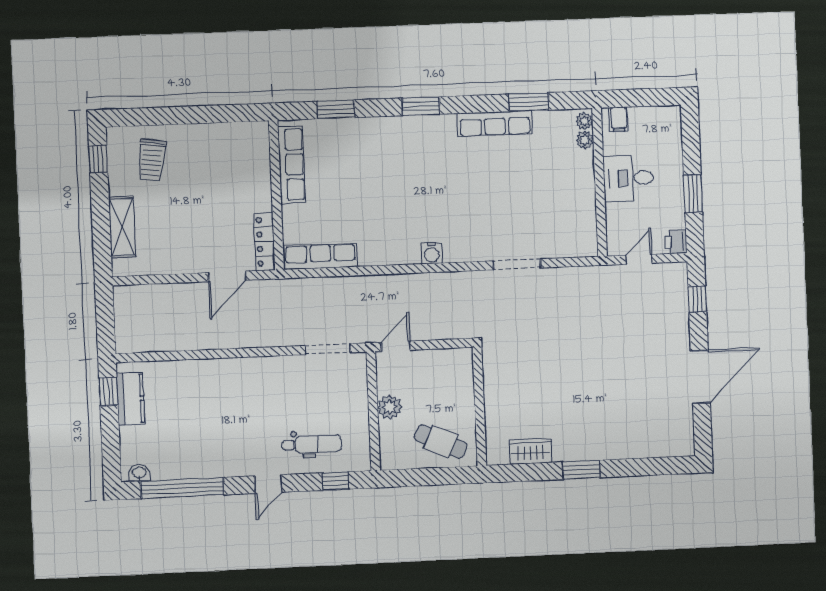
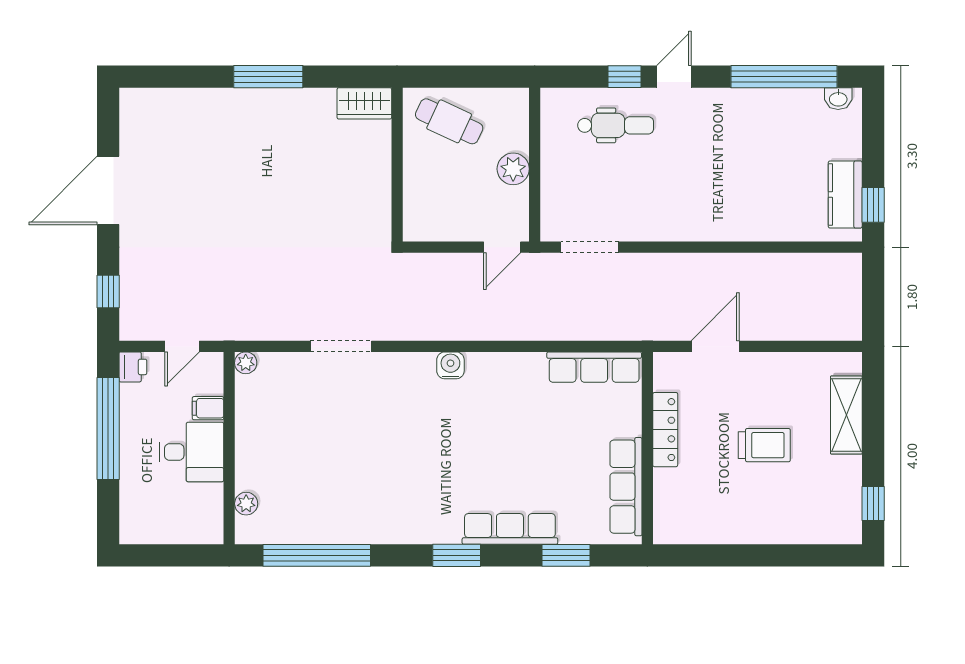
window: (529, 102) -> (317, 555), width x2.11
filing cabinet: (619, 119) -> (208, 408), moved, turned -90
plant: (584, 121) -> (246, 363), moved
row of seats: (495, 124) -> (510, 529), moved
trolley: (152, 160) -> (764, 445), moved, turned 82
window: (693, 194) -> (108, 428), width x2.11
locker: (264, 242) -> (665, 430), moved
dental chair: (312, 444) -> (616, 125), turned 180
wardrobe: (531, 451) -> (364, 103), moved
window: (581, 470) -> (268, 77), width x1.44
window: (336, 481) -> (624, 77), moved

